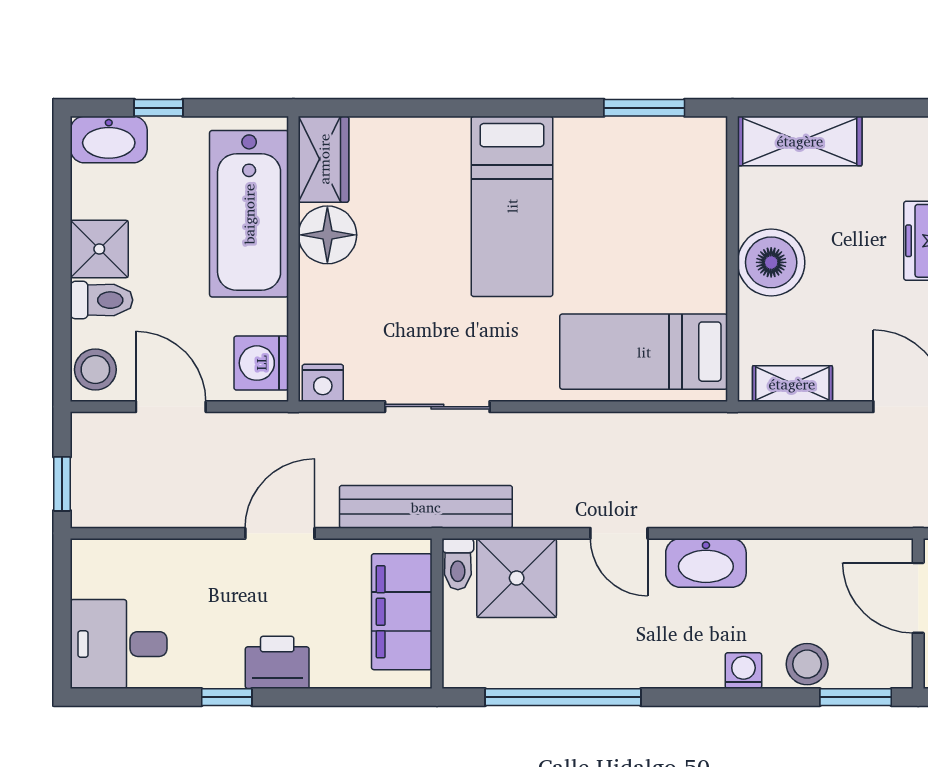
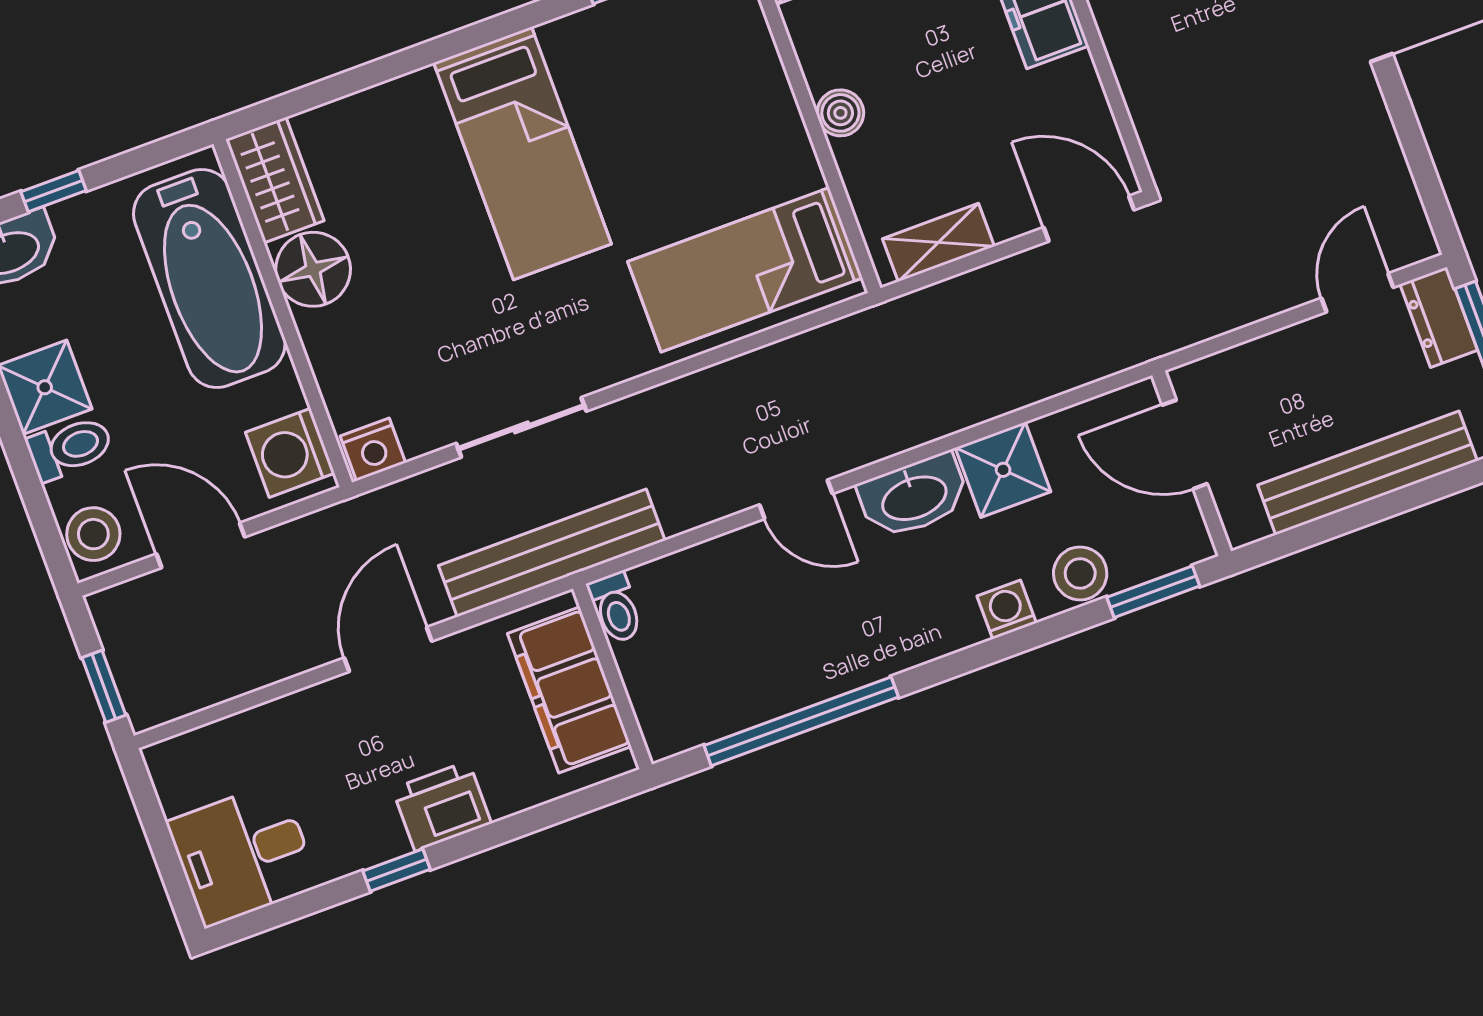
boiler: (771, 262) -> (840, 113), width x0.54, depth x0.54
shower: (517, 578) -> (1003, 470), moved, width x0.73, depth x0.73

